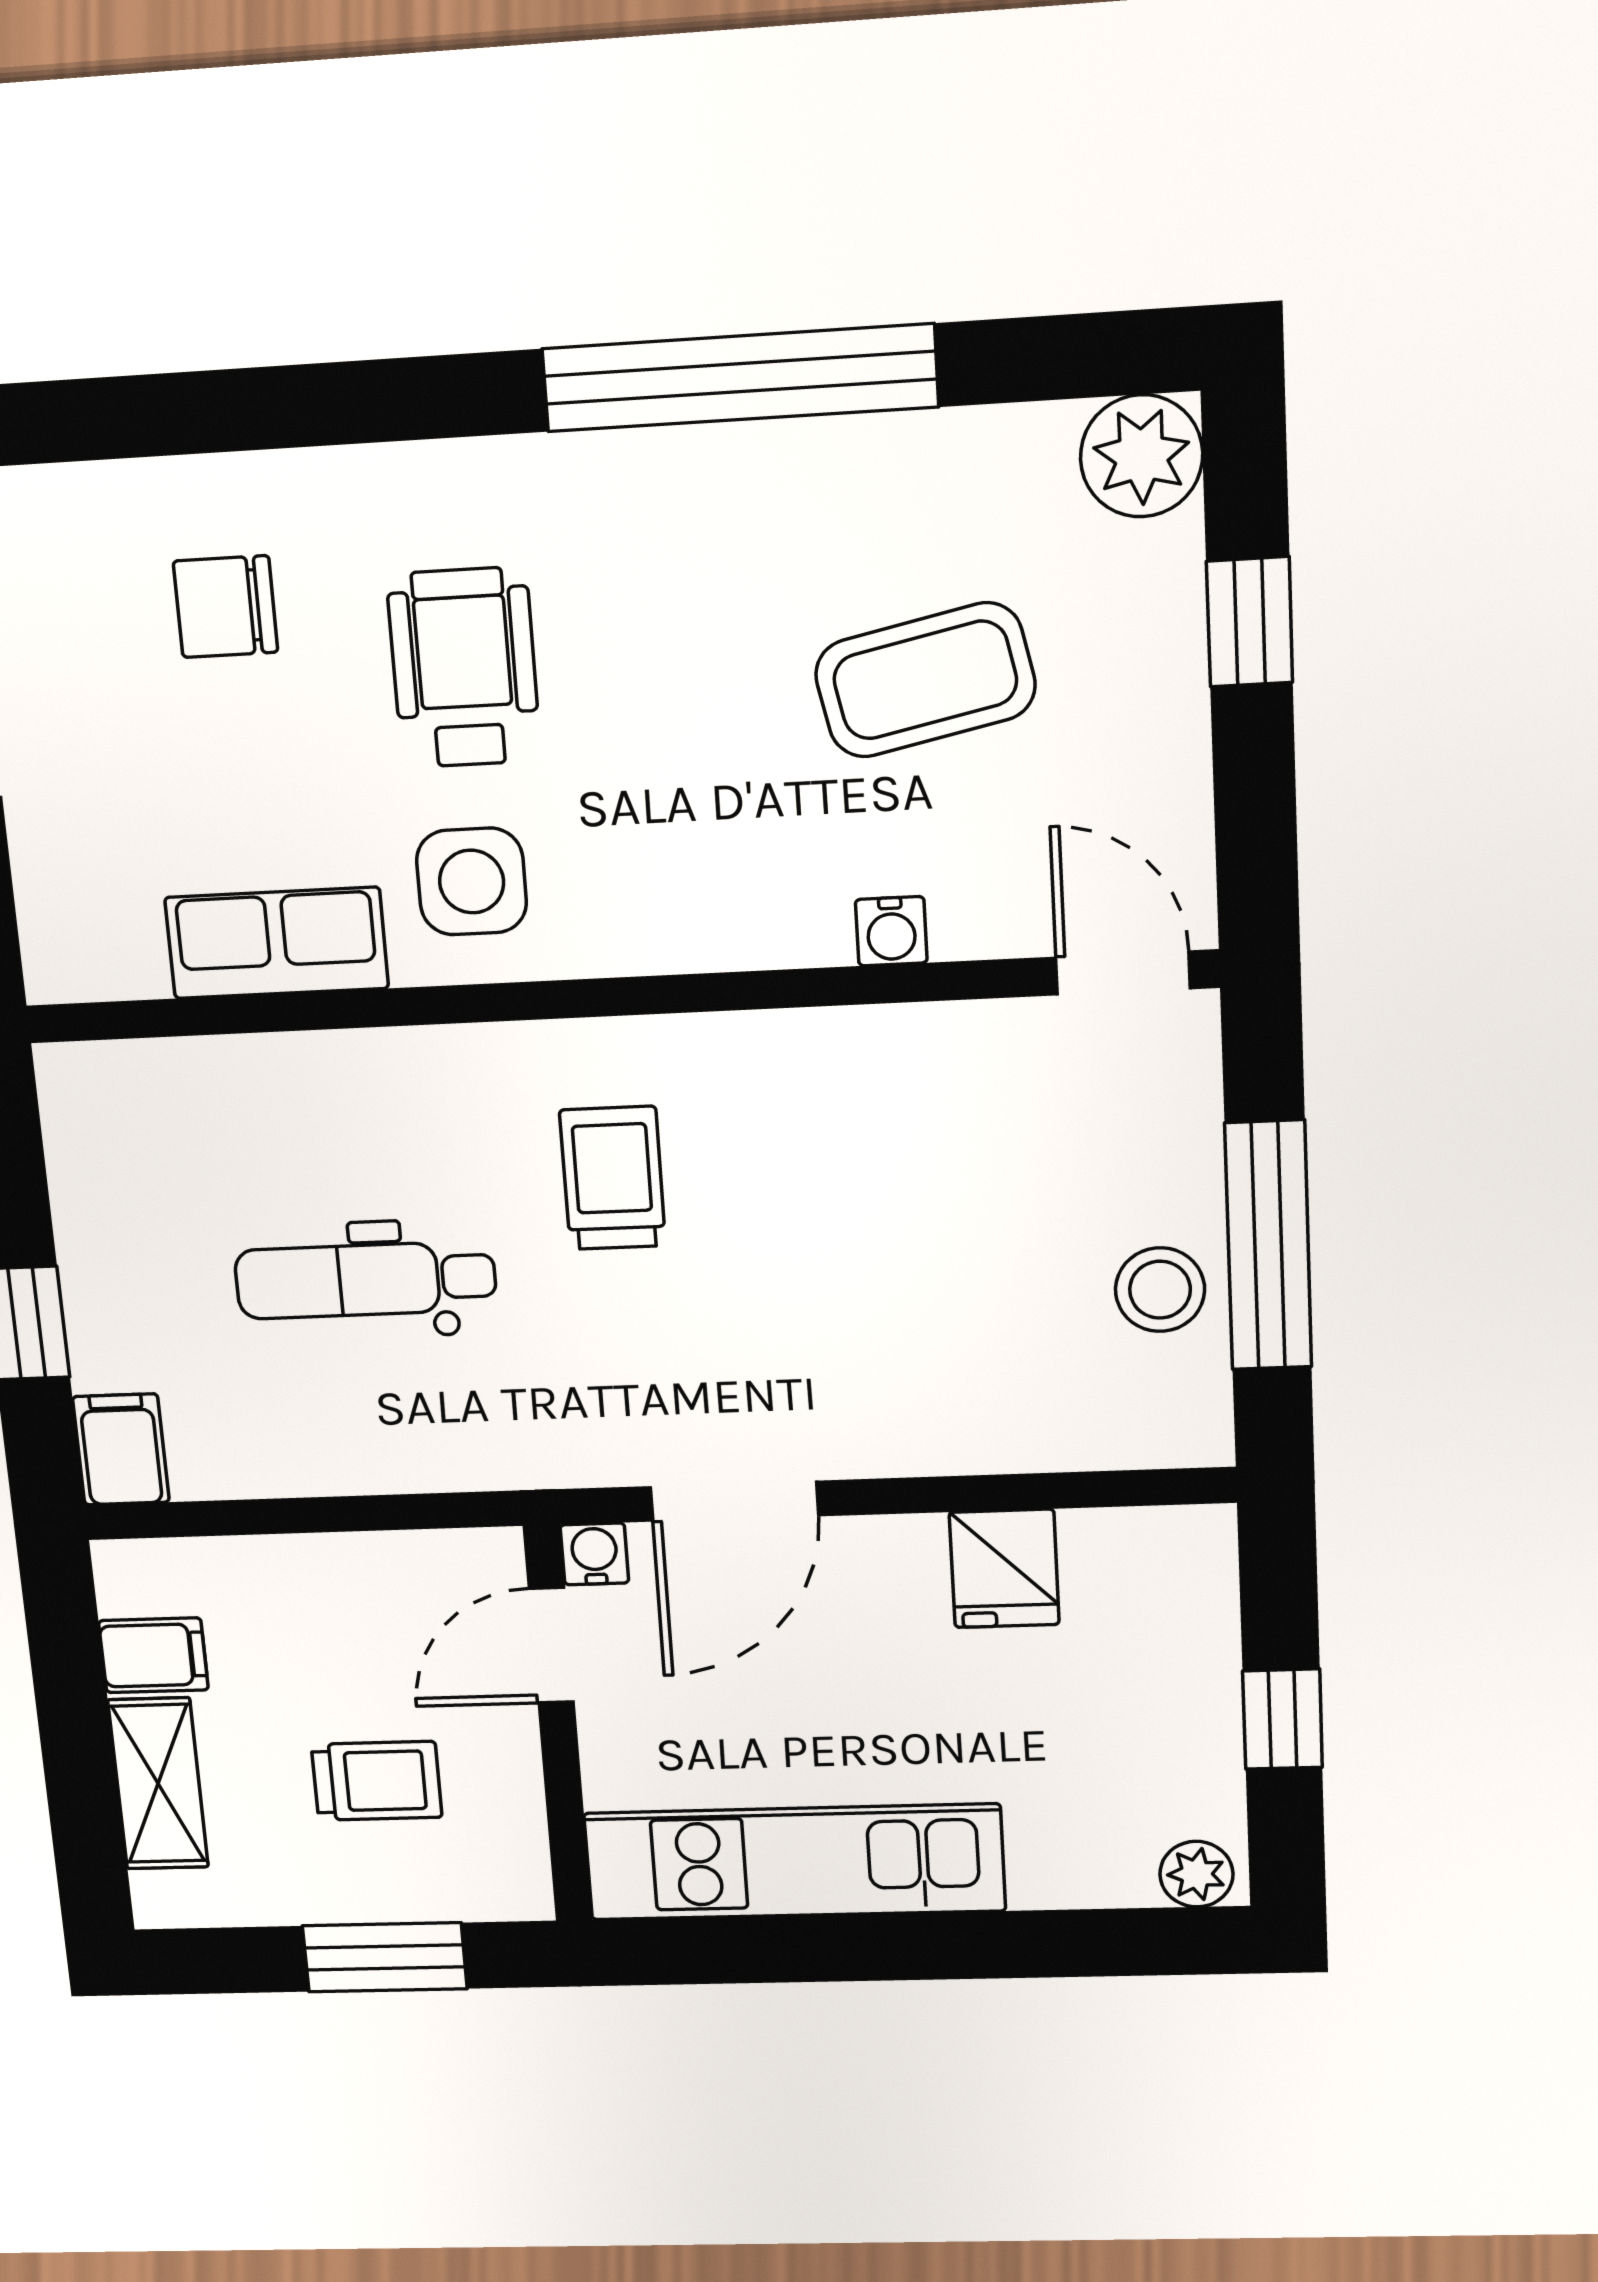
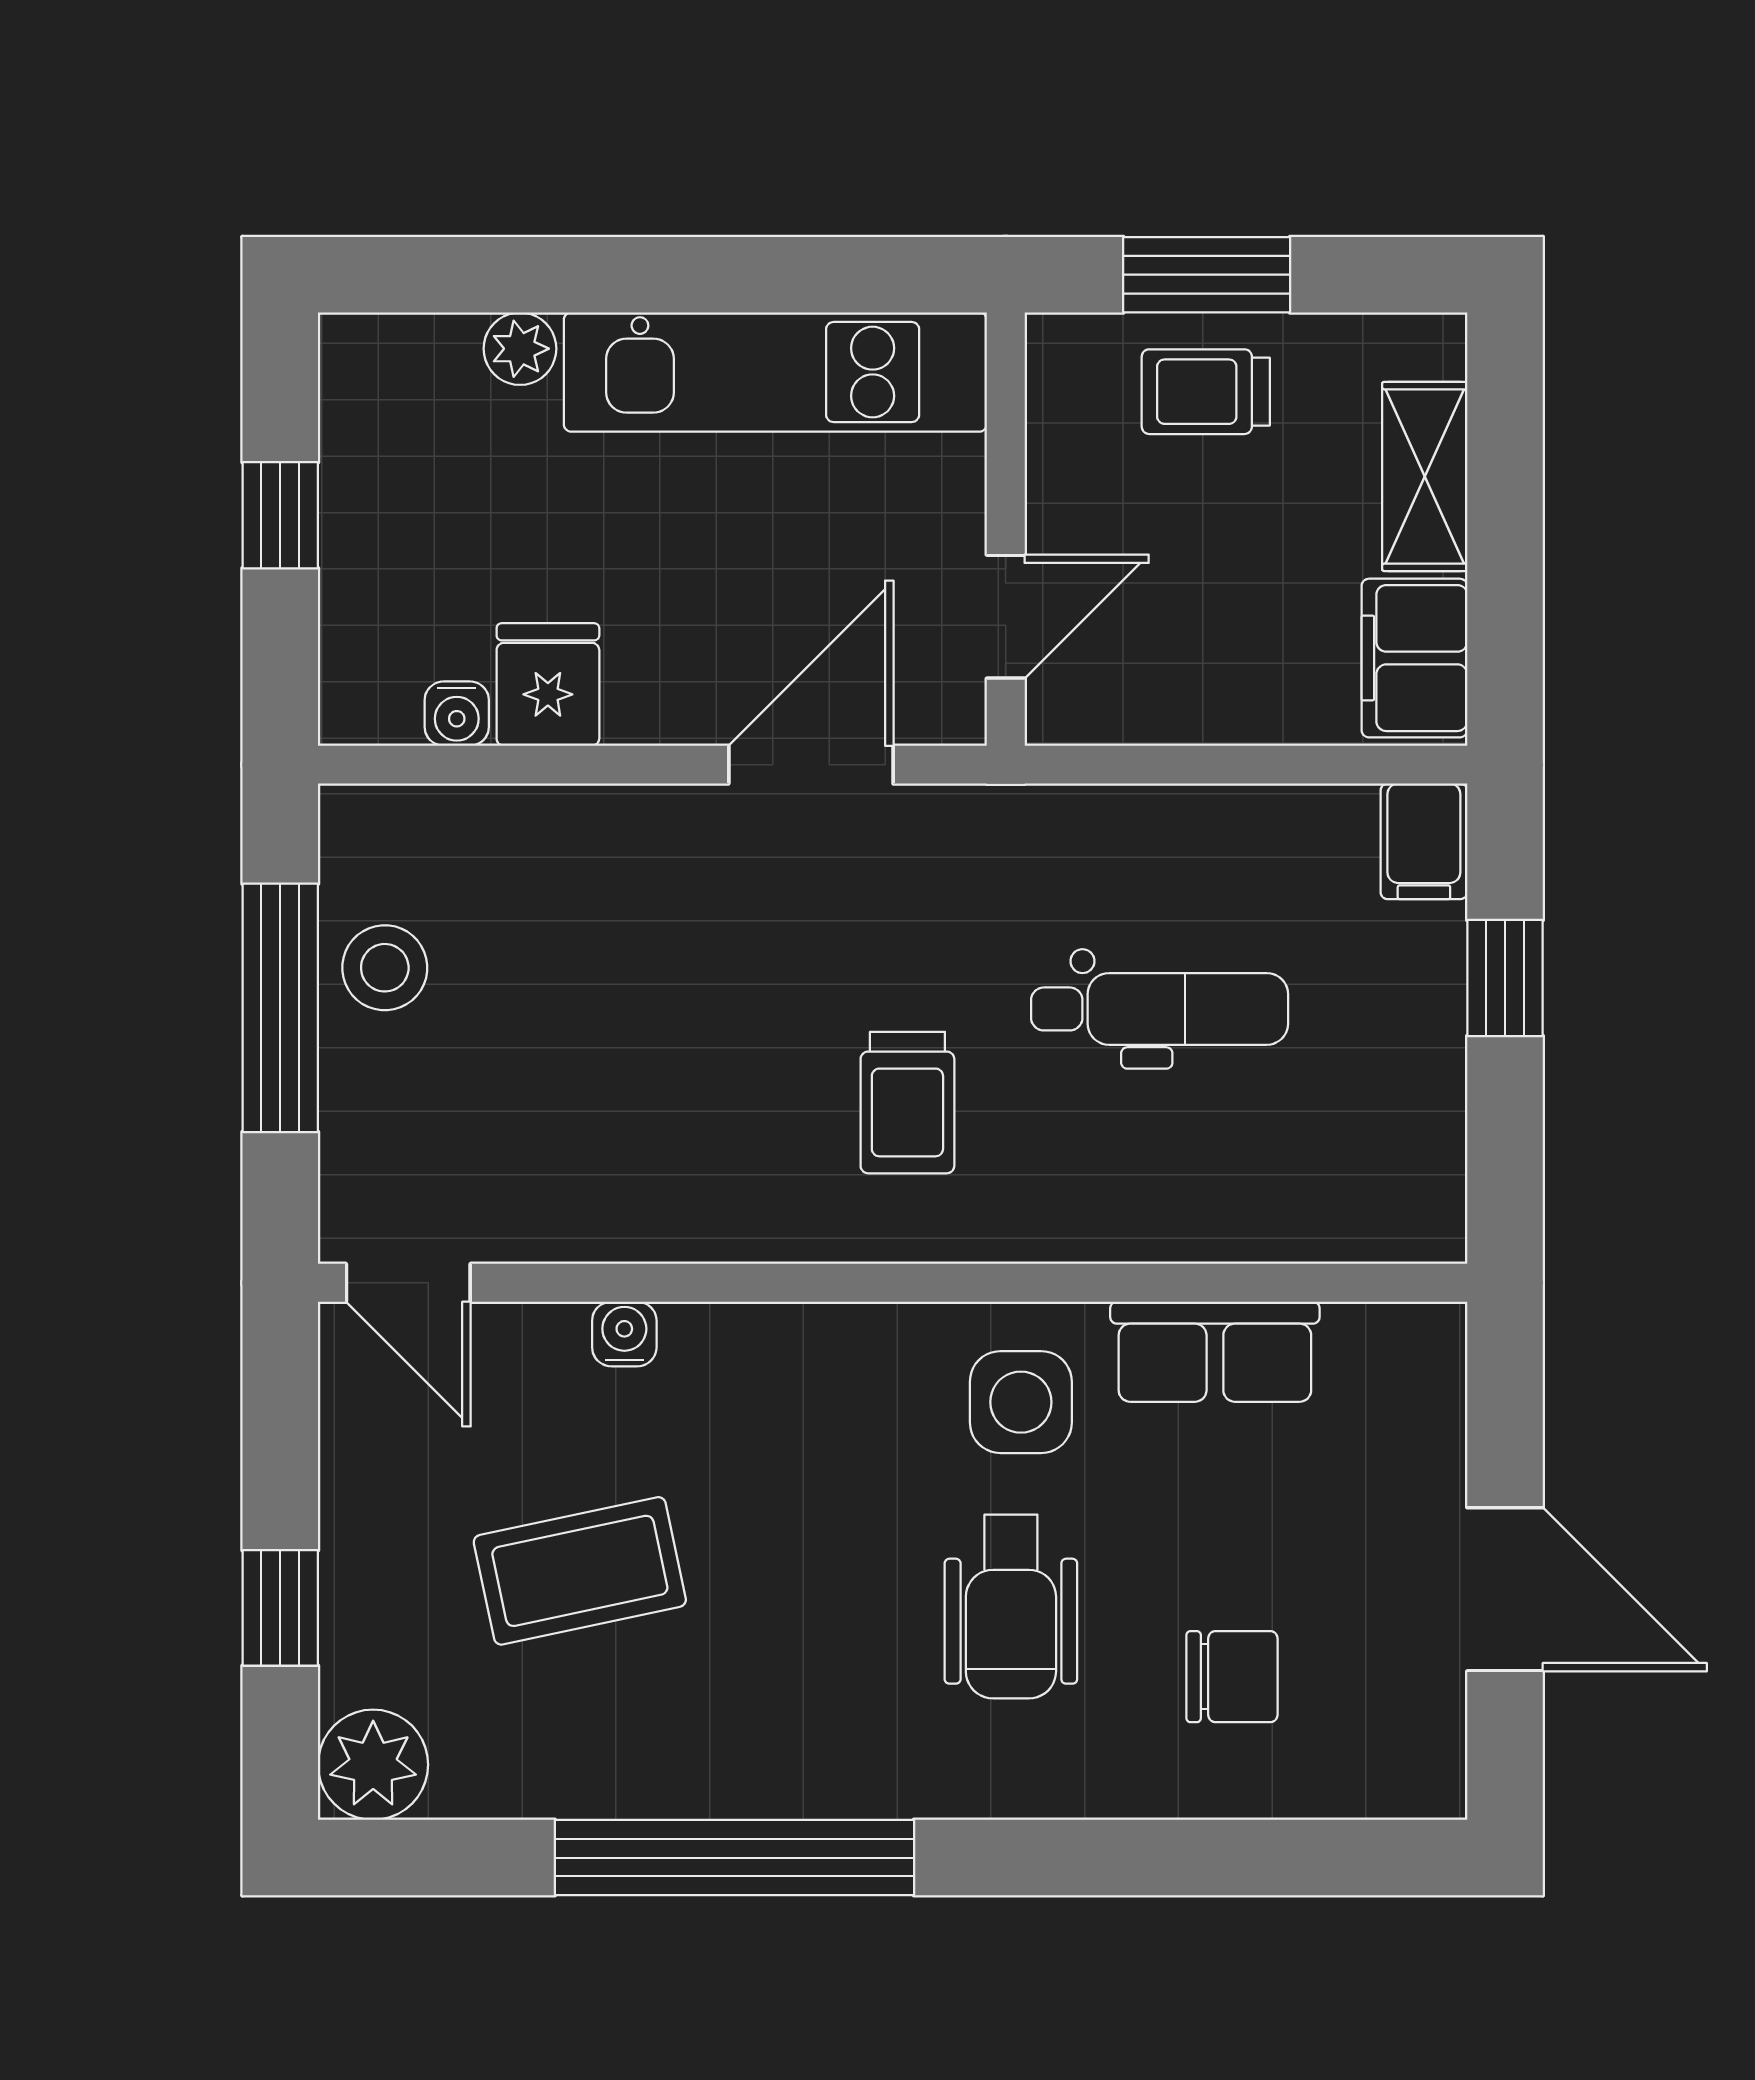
water cooler: (594, 1554) -> (457, 714), moved
filing cabinet: (153, 1655) -> (1414, 658), width x2.00
trolley: (377, 1781) -> (1206, 392), moved
plant: (1196, 1874) -> (520, 349), moved

